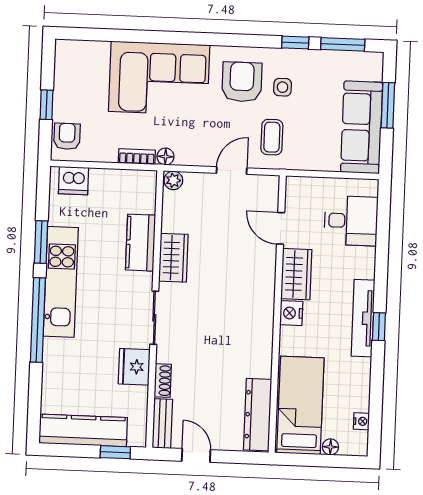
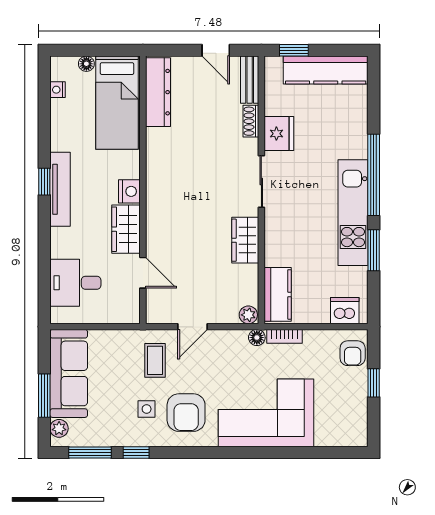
plant: (374, 71) -> (59, 428), added
kitchen counter: (141, 243) -> (278, 294), moved

